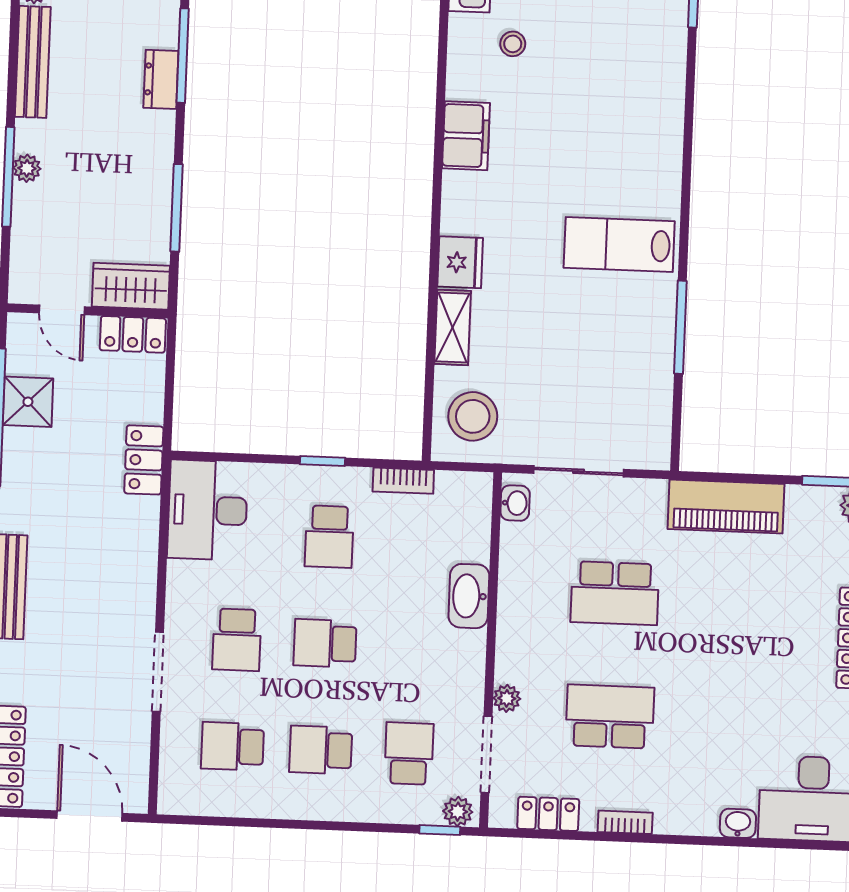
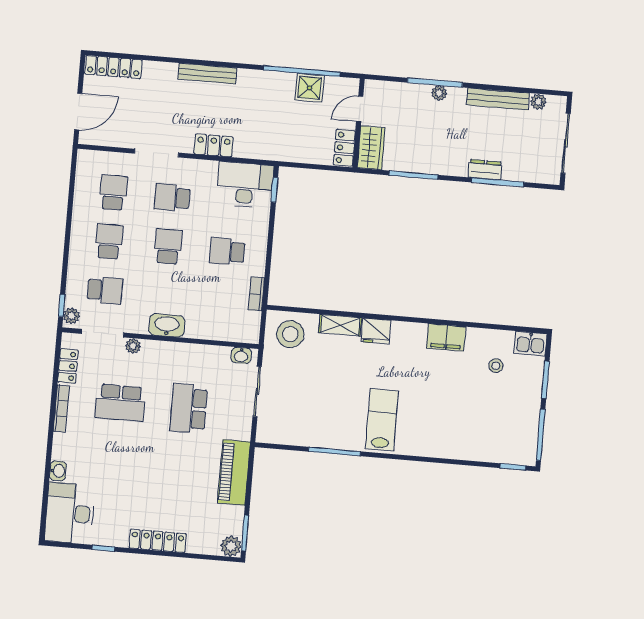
locker: (144, 460) -> (213, 145), moved
window: (322, 461) -> (274, 190), moved
washbasin: (469, 596) -> (167, 325), moved
school desk: (610, 717) -> (120, 403), turned 90
bookcase: (625, 822) -> (61, 408), width x1.56

